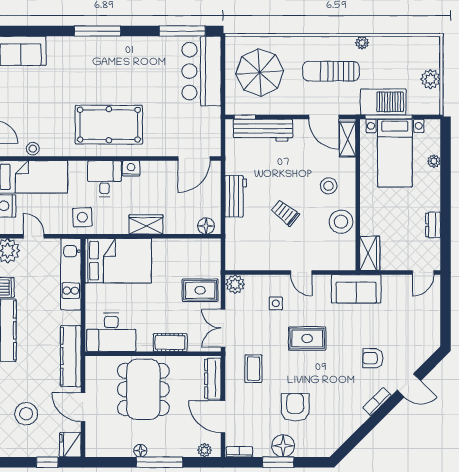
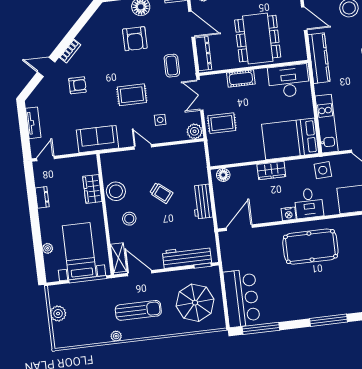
barbecue: (383, 102) -> (94, 291), removed
wardrobe: (370, 253) -> (92, 189), moved
tv unit: (433, 318) -> (33, 123), added
double door: (223, 328) -> (200, 95), swing flipped

